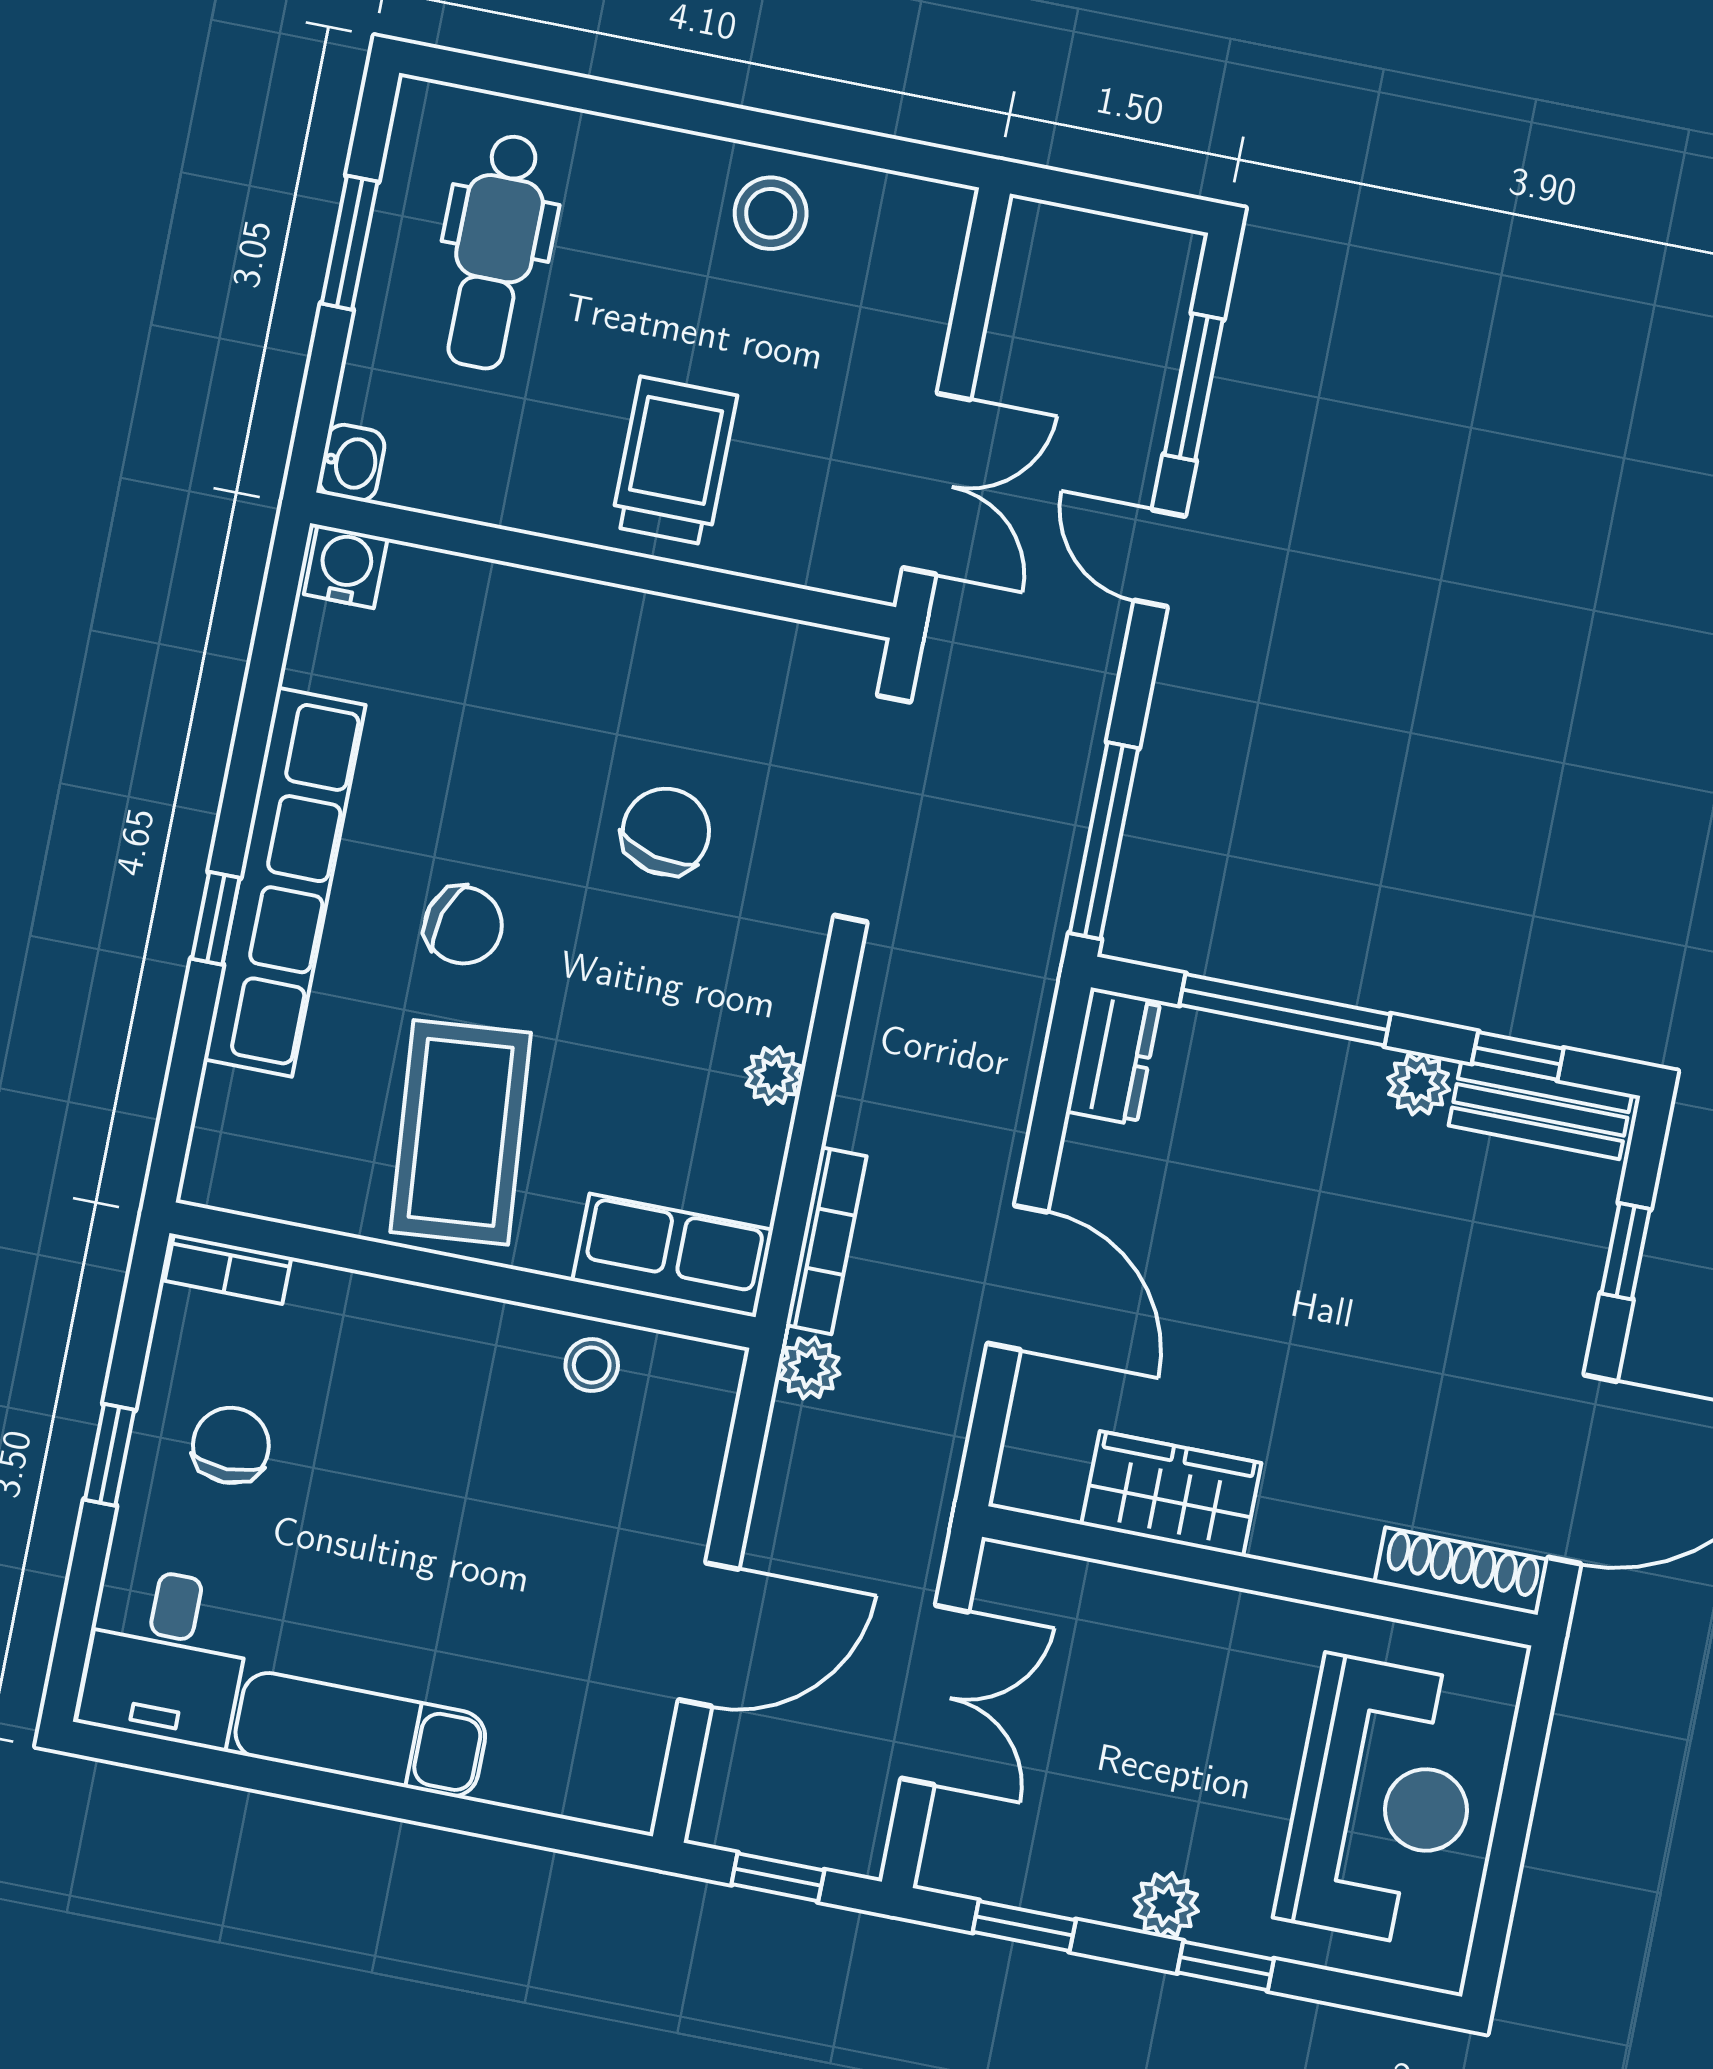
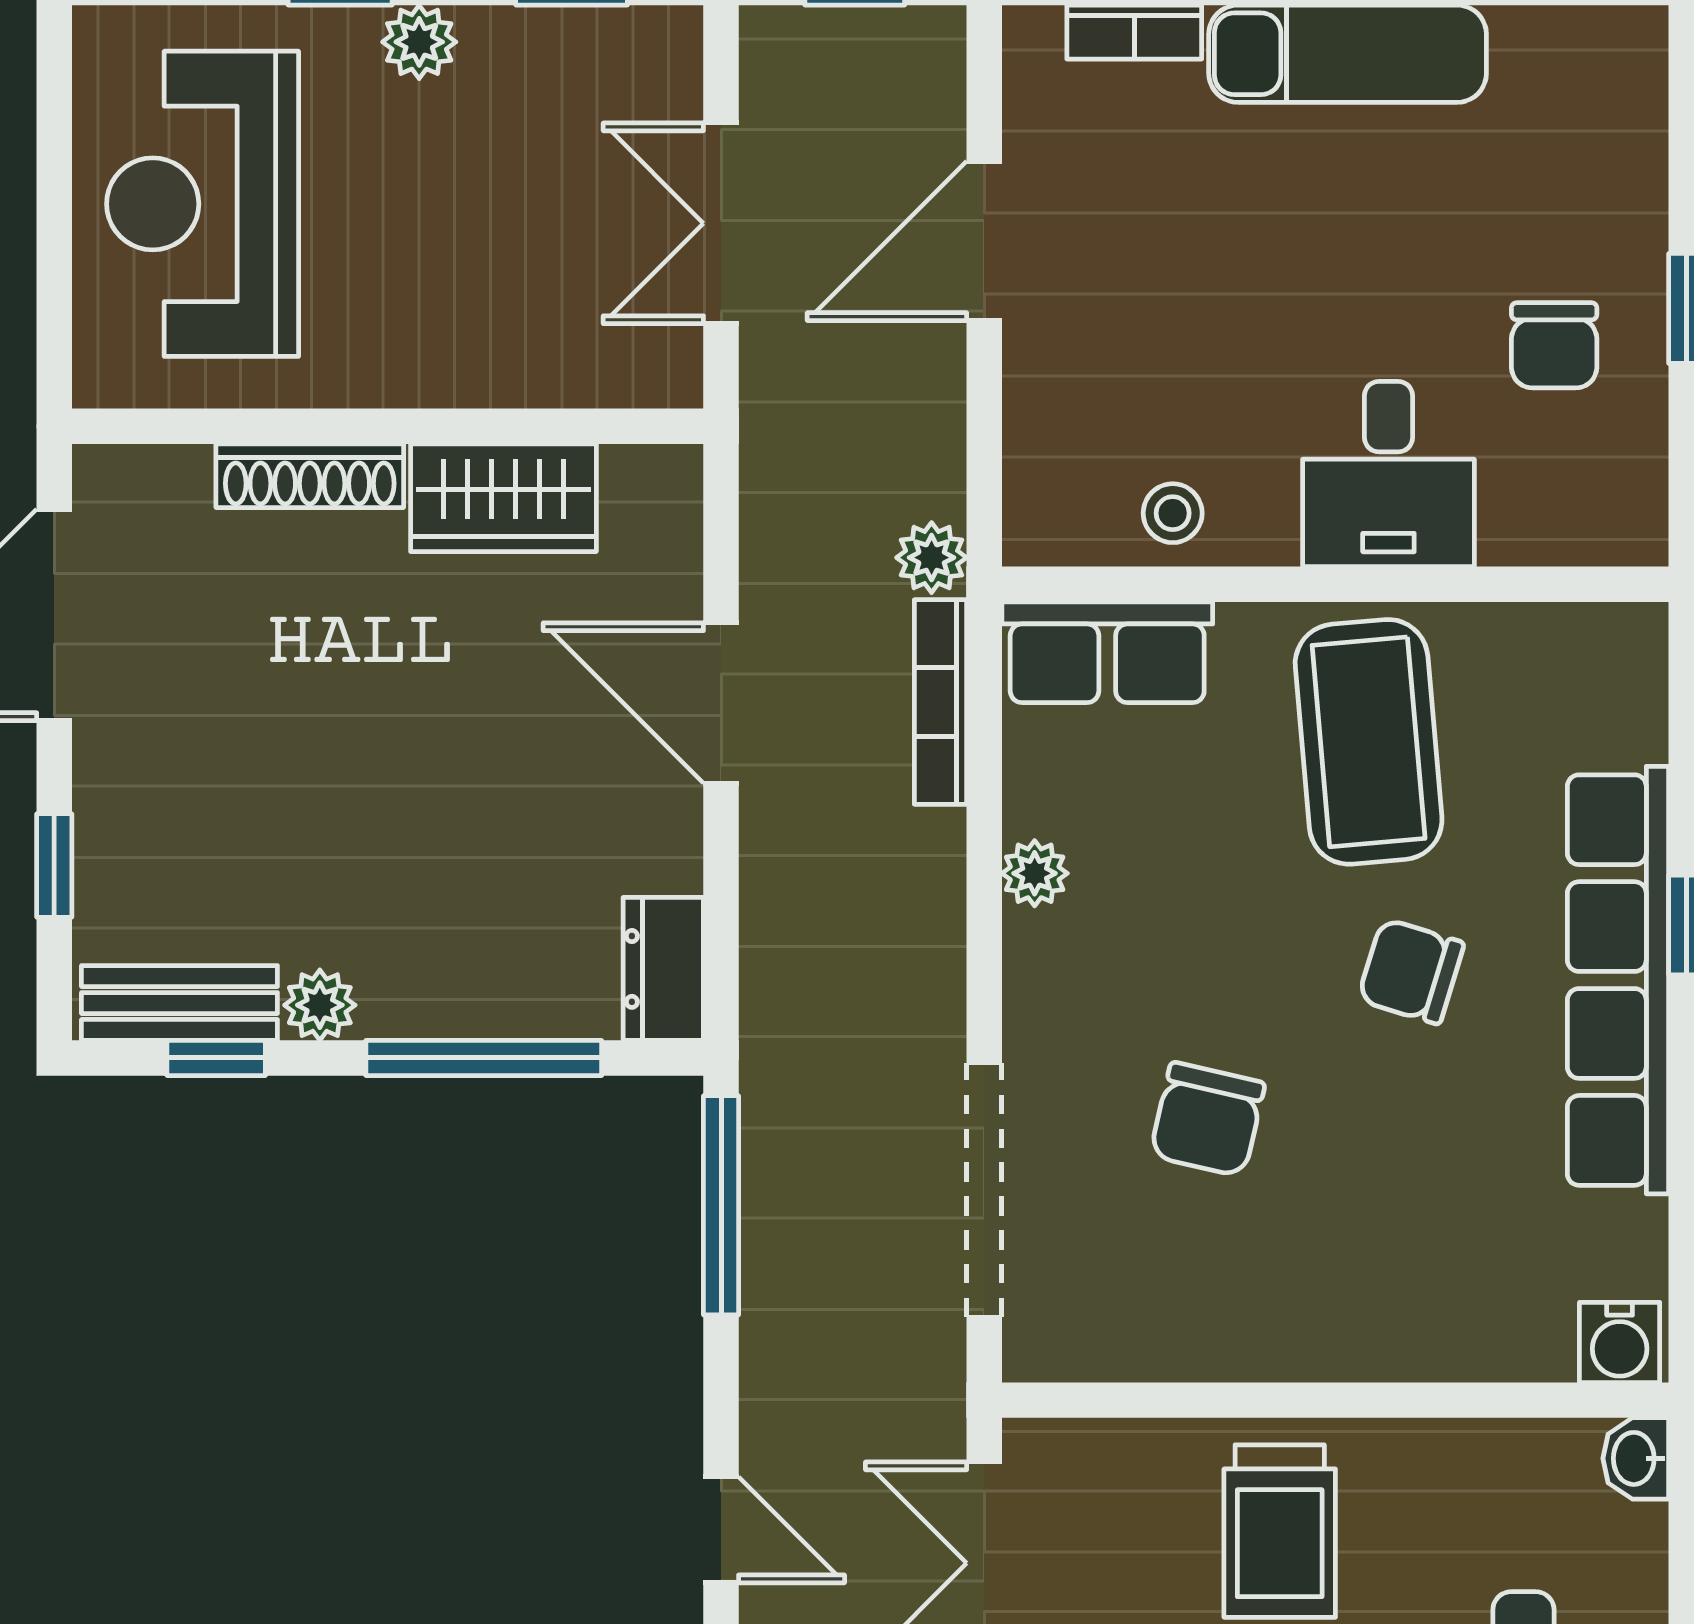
bookcase: (228, 1269) -> (1134, 32), moved, turned 180
shoe rack: (1462, 1571) -> (310, 476), moved
desk: (166, 1656) -> (1388, 474), moved, turned 180

